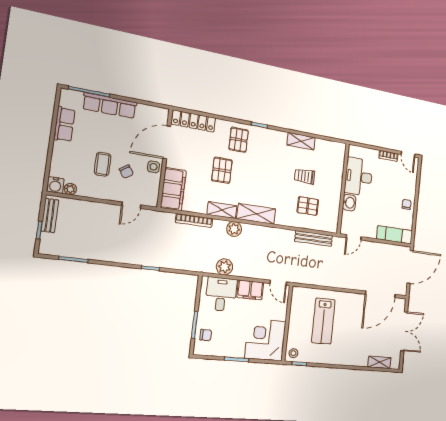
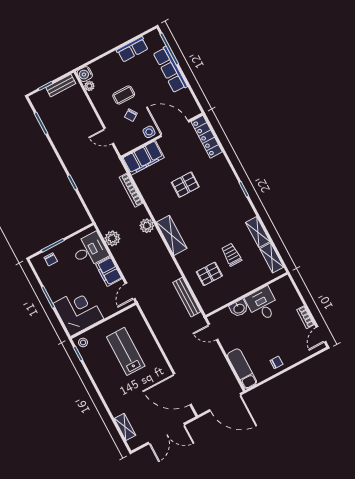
pallet: (239, 140) -> (219, 181), removed
desk: (359, 177) -> (262, 304), width x0.73
pallet: (308, 206) -> (209, 274), turned 90
shelving: (222, 210) -> (272, 258), moved
lab bench: (323, 321) -> (126, 351), turned 90

